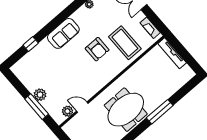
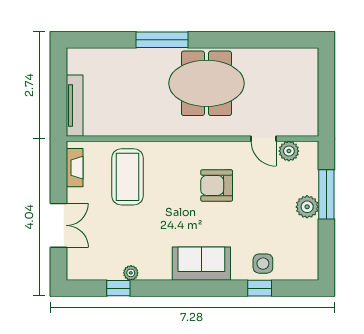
armchair: (97, 49) -> (217, 185), moved, turned -90
side table: (38, 55) -> (263, 264), added

